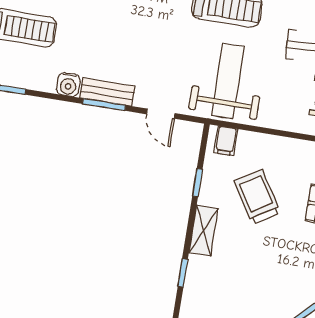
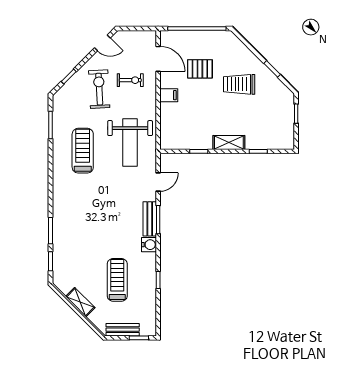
weight bench: (228, 81) -> (130, 142), turned -90
filing cabinet: (226, 141) -> (169, 95), moved
trolley: (257, 197) -> (239, 84), moved, turned 32

